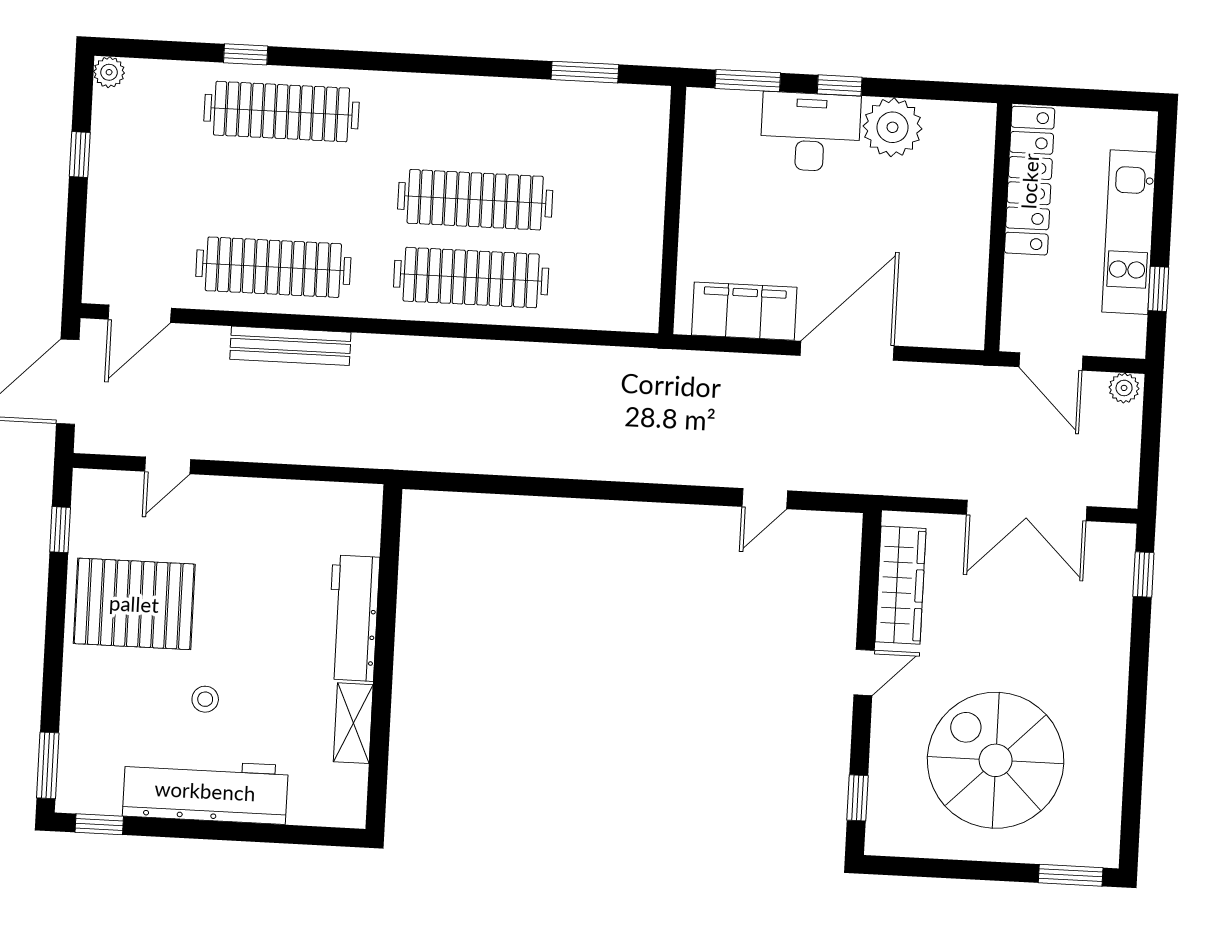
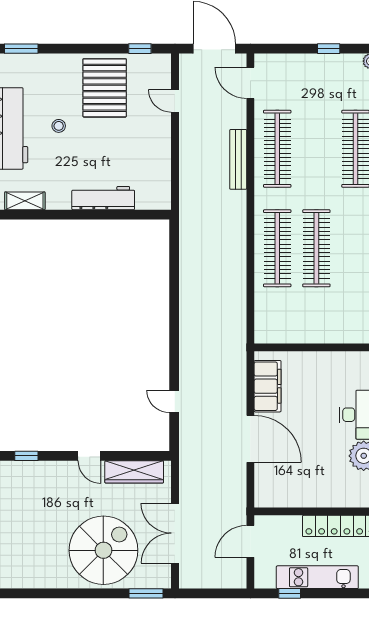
plant: (1124, 388) -> (239, 579), removed
window: (1143, 574) -> (146, 593), width x1.50
shelving: (353, 723) -> (25, 201), moved
spiral stairs: (996, 760) -> (103, 550), moved

